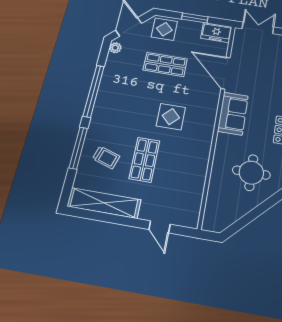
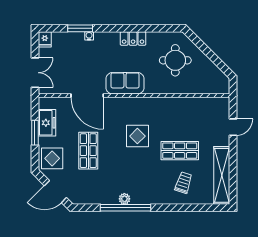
double door: (258, 28) -> (35, 73), swing flipped
freezer: (216, 33) -> (47, 123), moved
plant: (115, 48) -> (124, 199), moved
door: (226, 73) -> (87, 95), hinge flipped
window: (78, 148) -> (179, 208), removed

